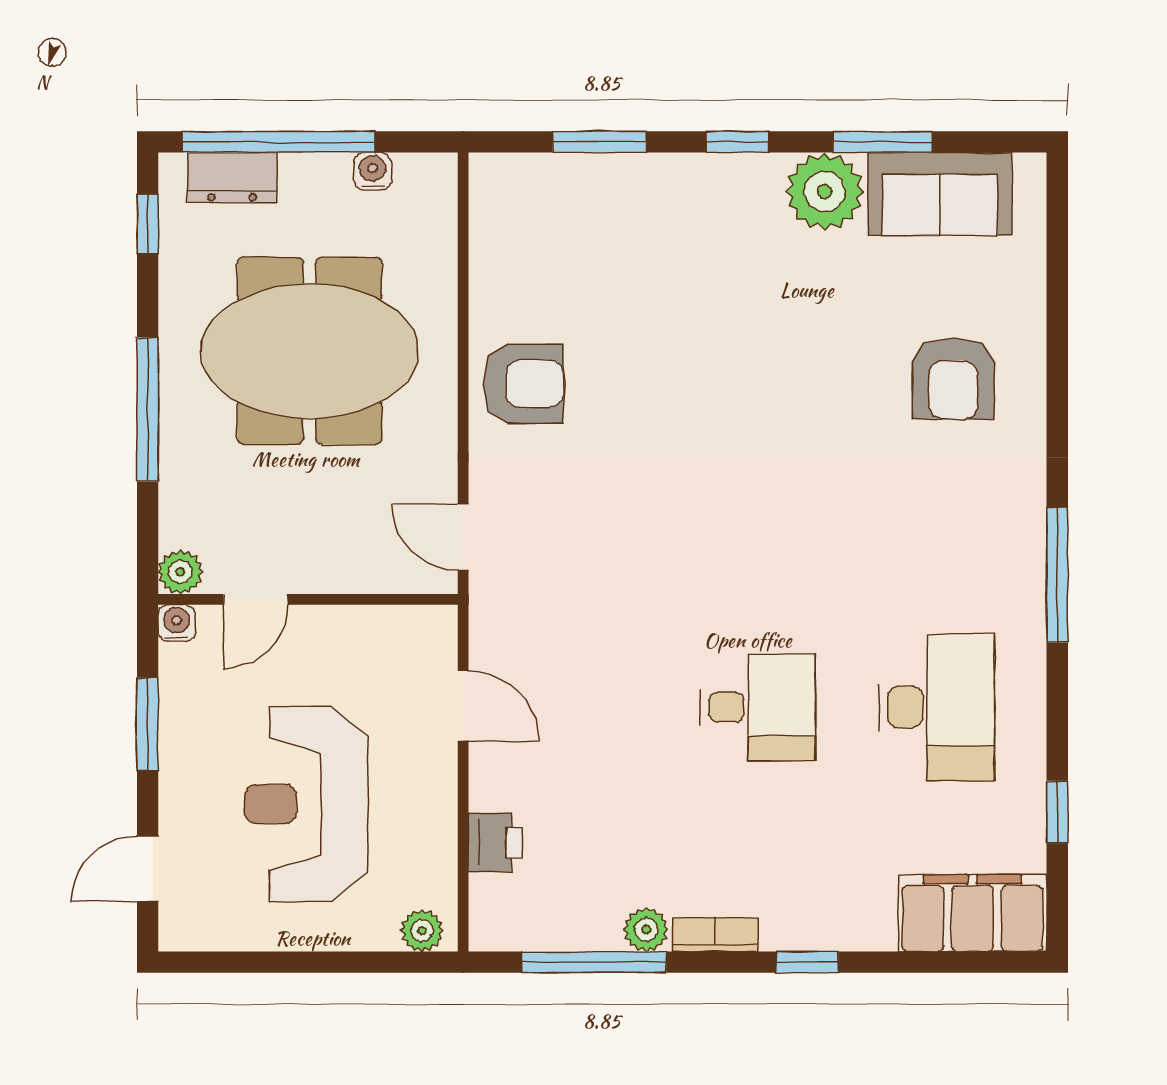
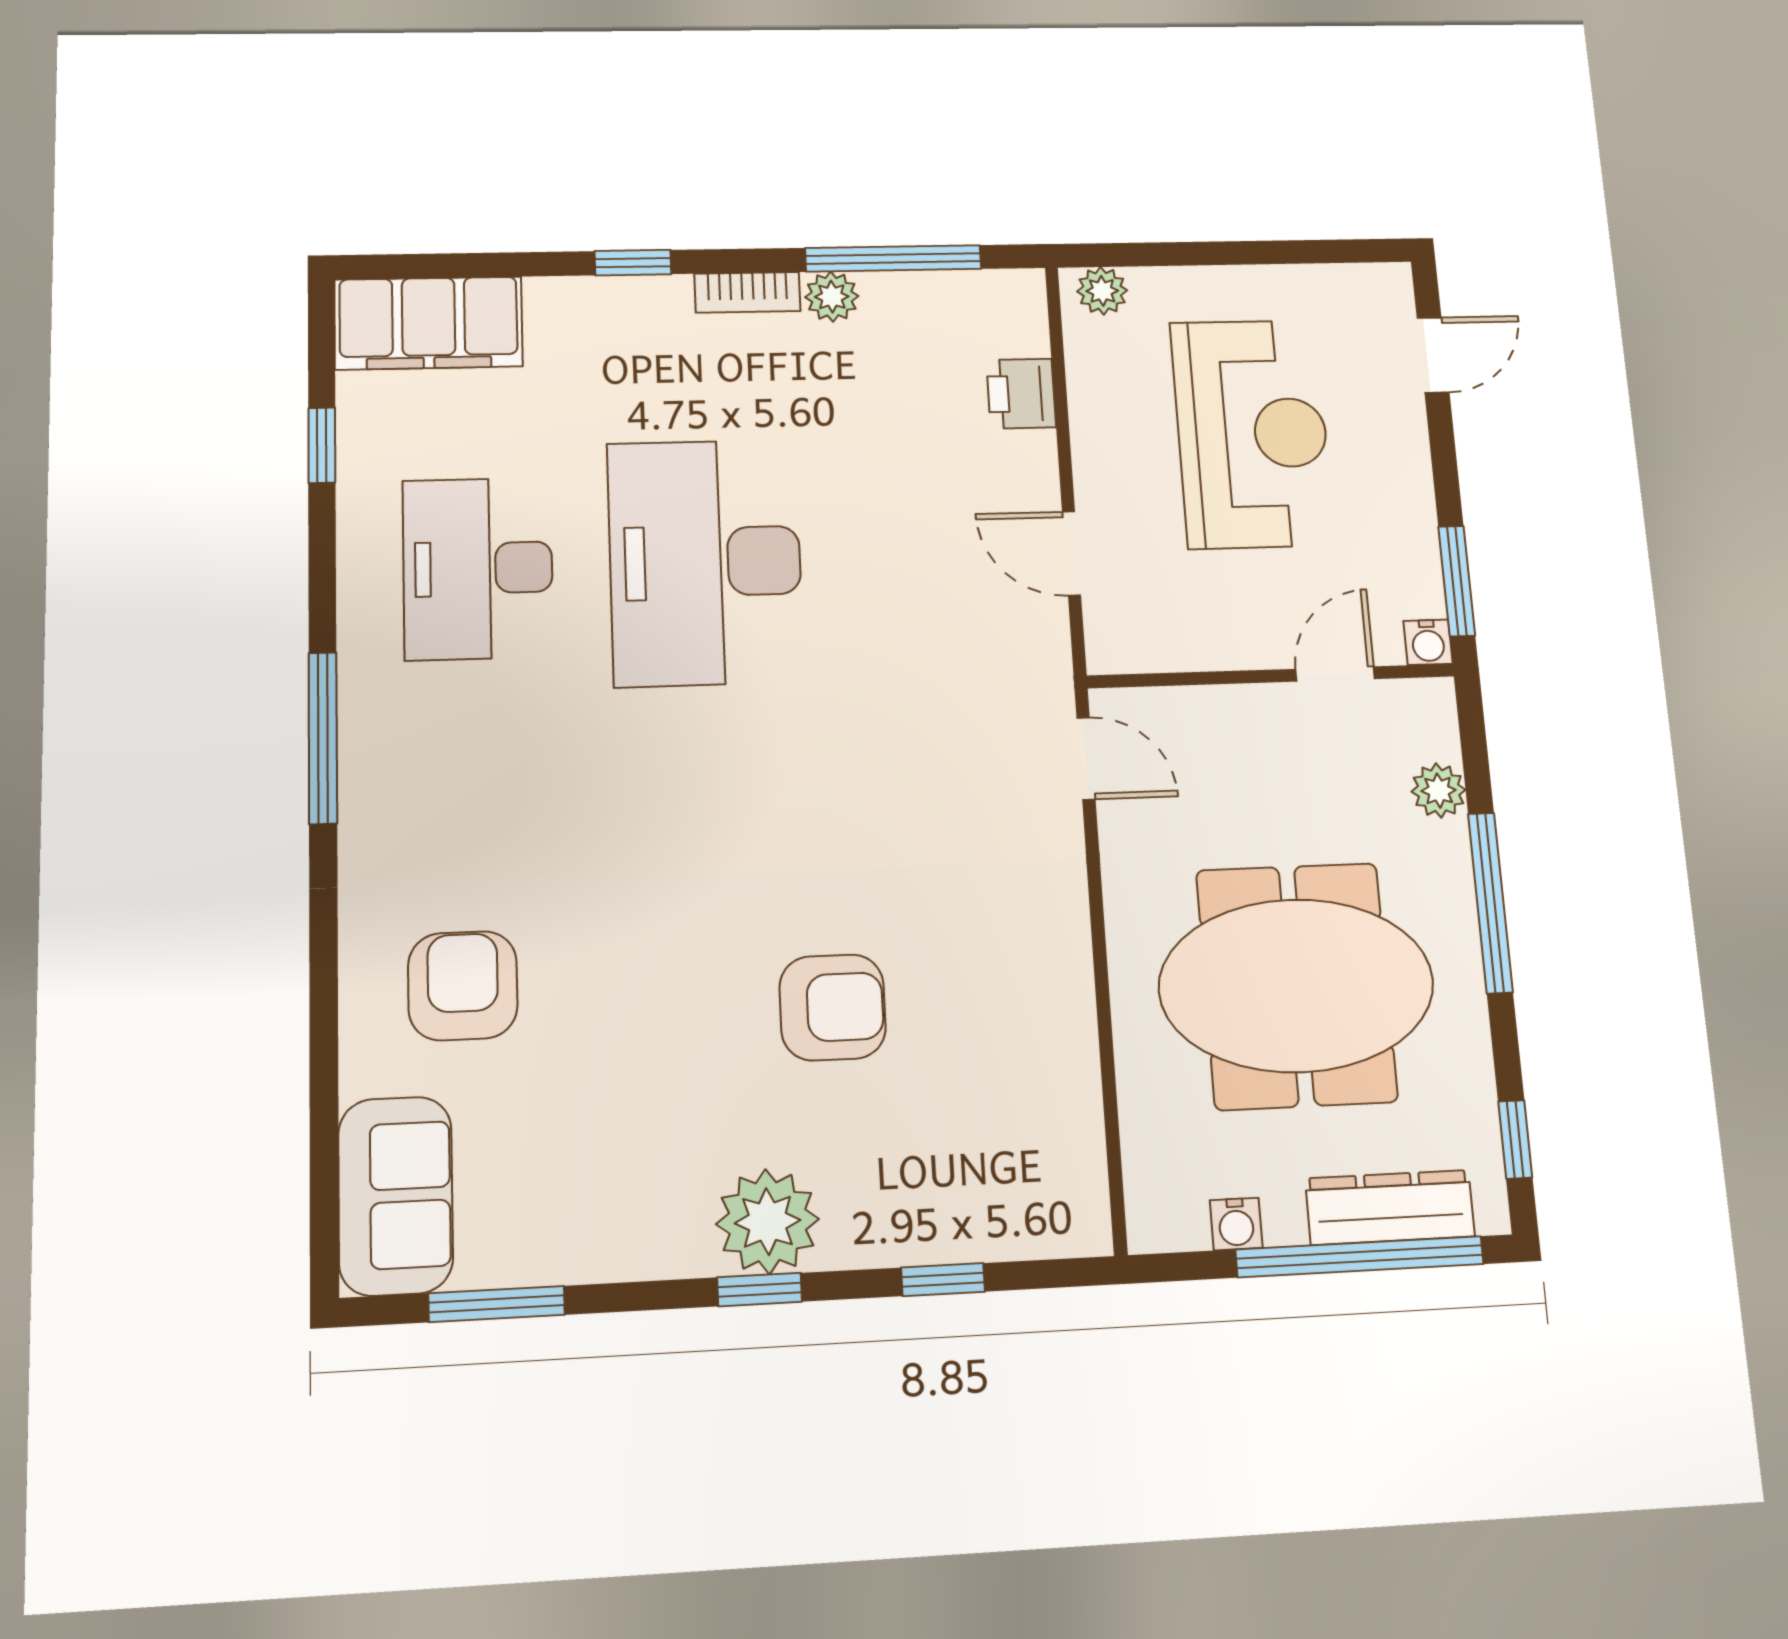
window: (600, 142) -> (943, 1280), width x0.67
window: (883, 142) -> (497, 1304), moved
dresser: (232, 178) -> (1390, 1207), width x1.44
plant: (825, 191) -> (767, 1222), moved
sofa: (940, 194) -> (396, 1196), moved, turned 90
armchair: (523, 384) -> (833, 1007), moved, turned 180
plant: (180, 572) -> (1439, 791), moved
desk: (758, 707) -> (705, 562), width x1.87, depth x1.30
window: (148, 724) -> (1457, 581), moved

